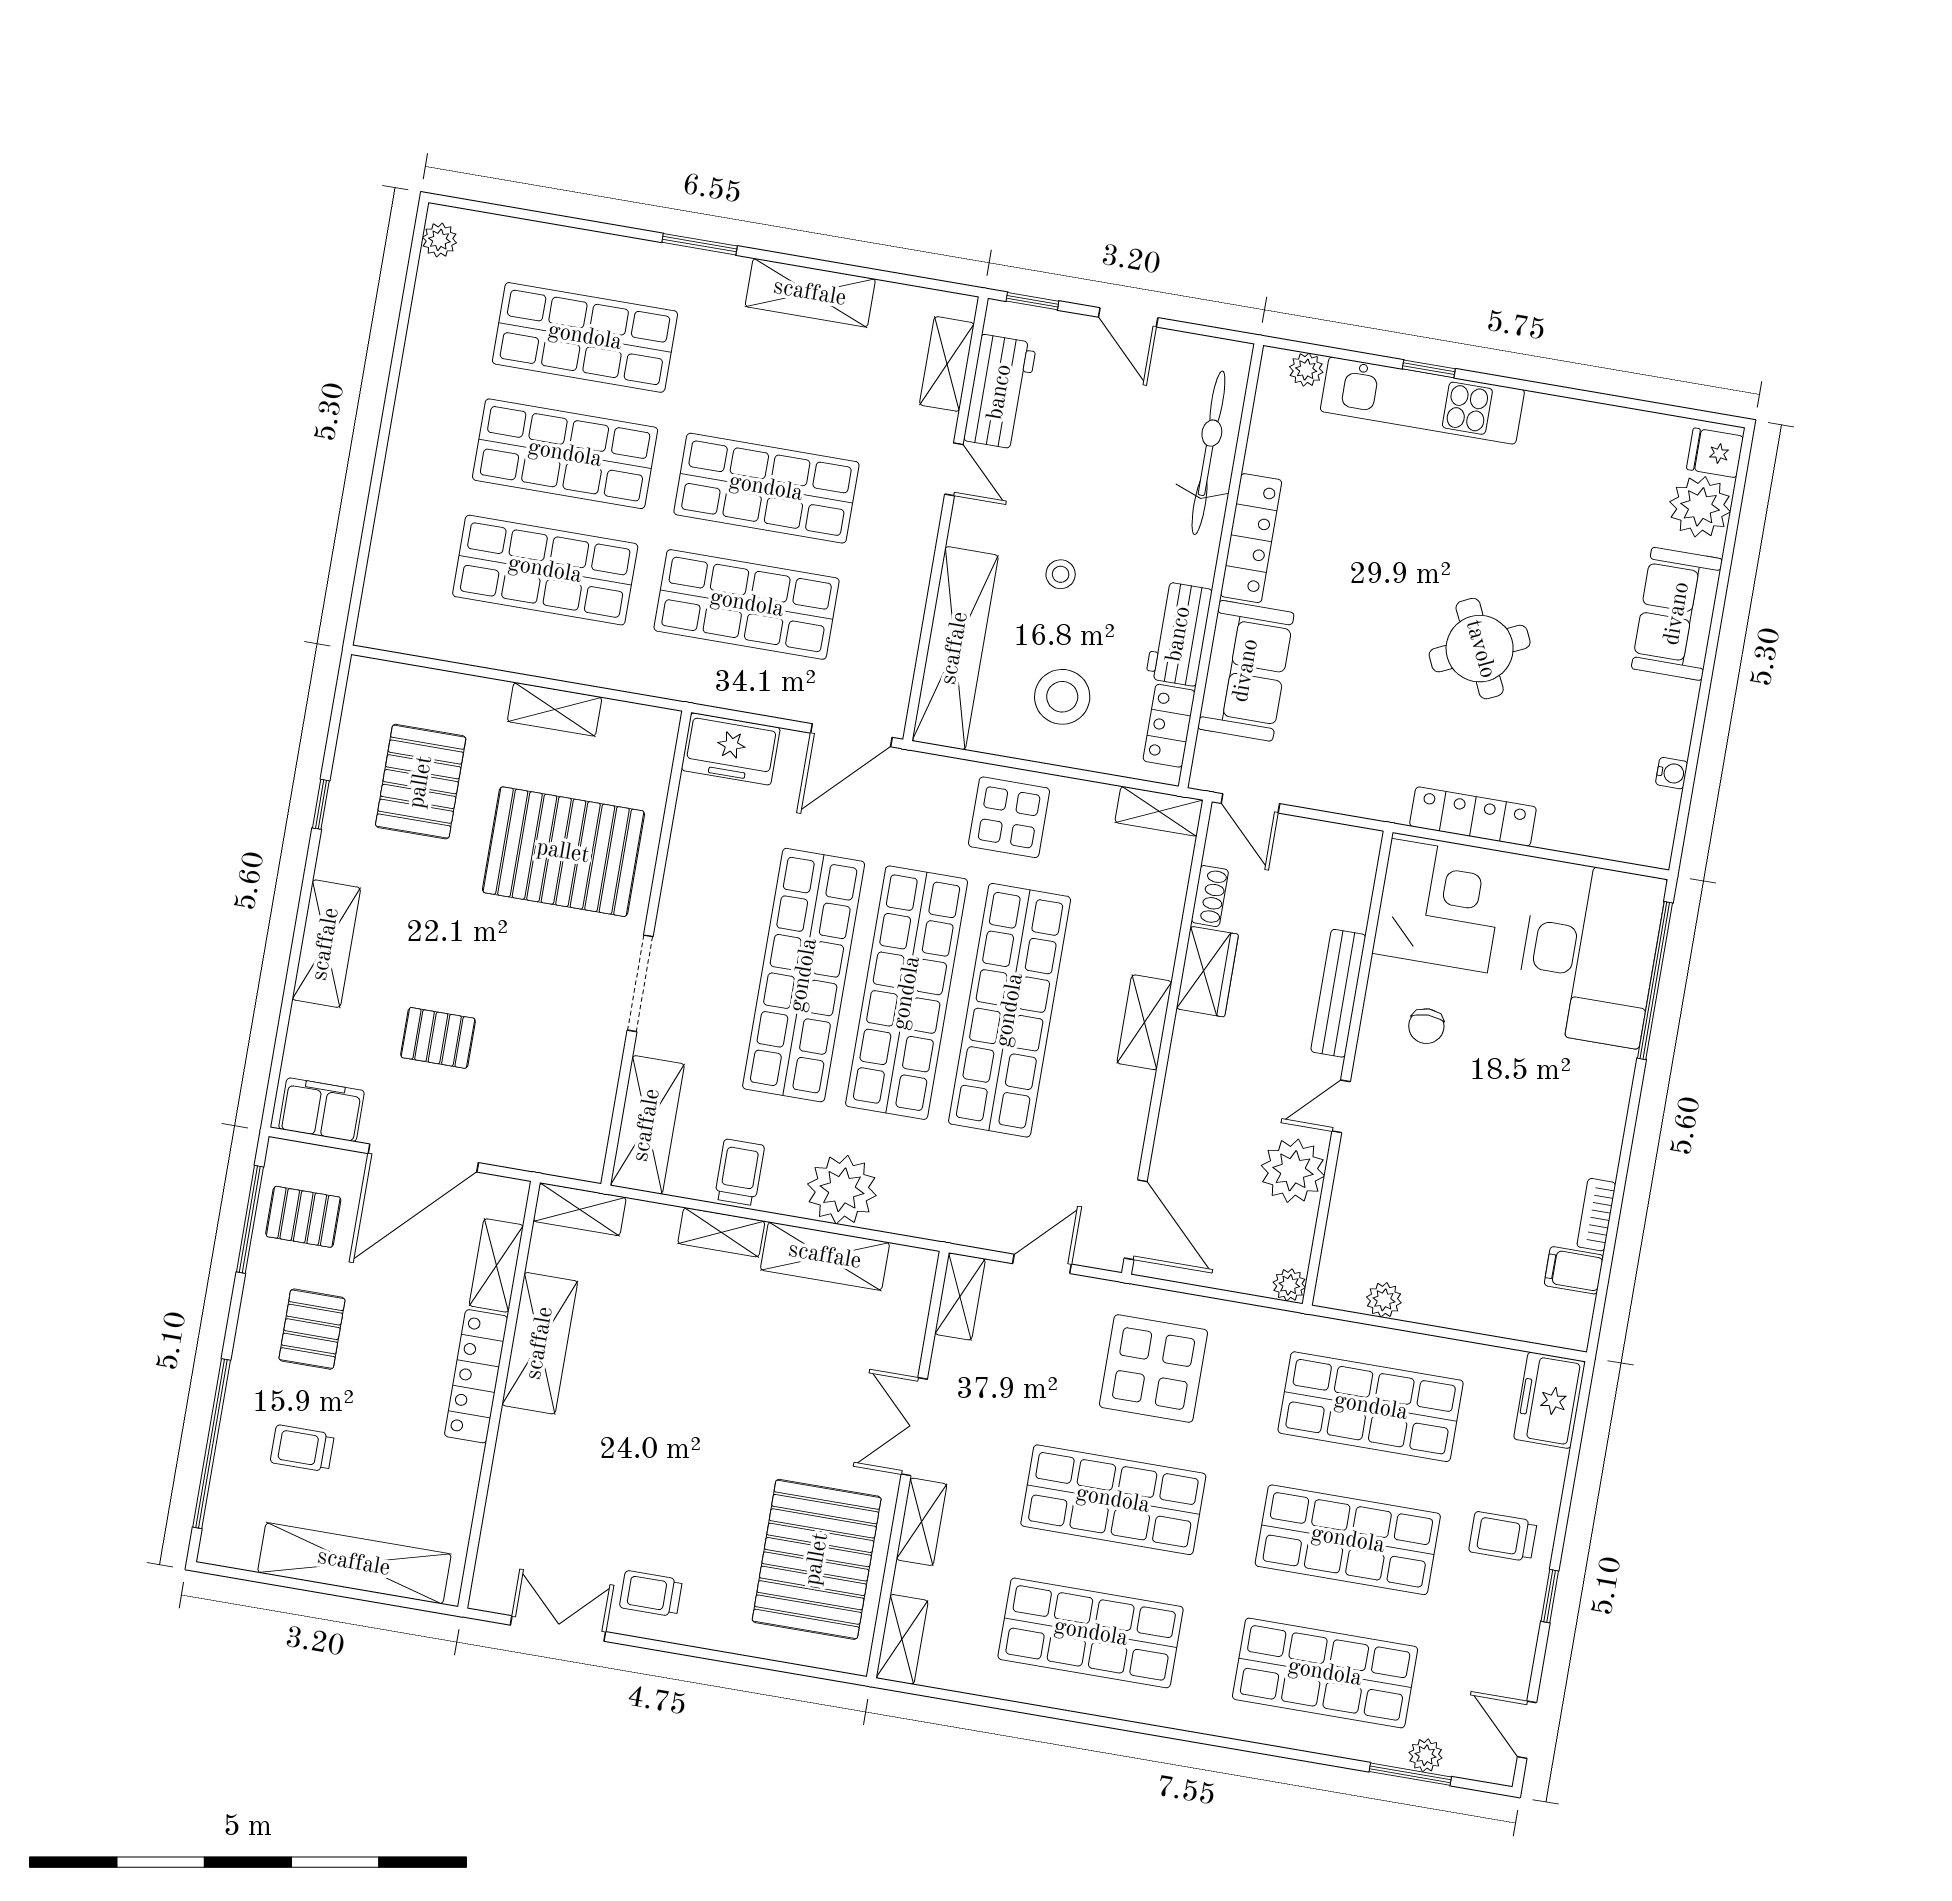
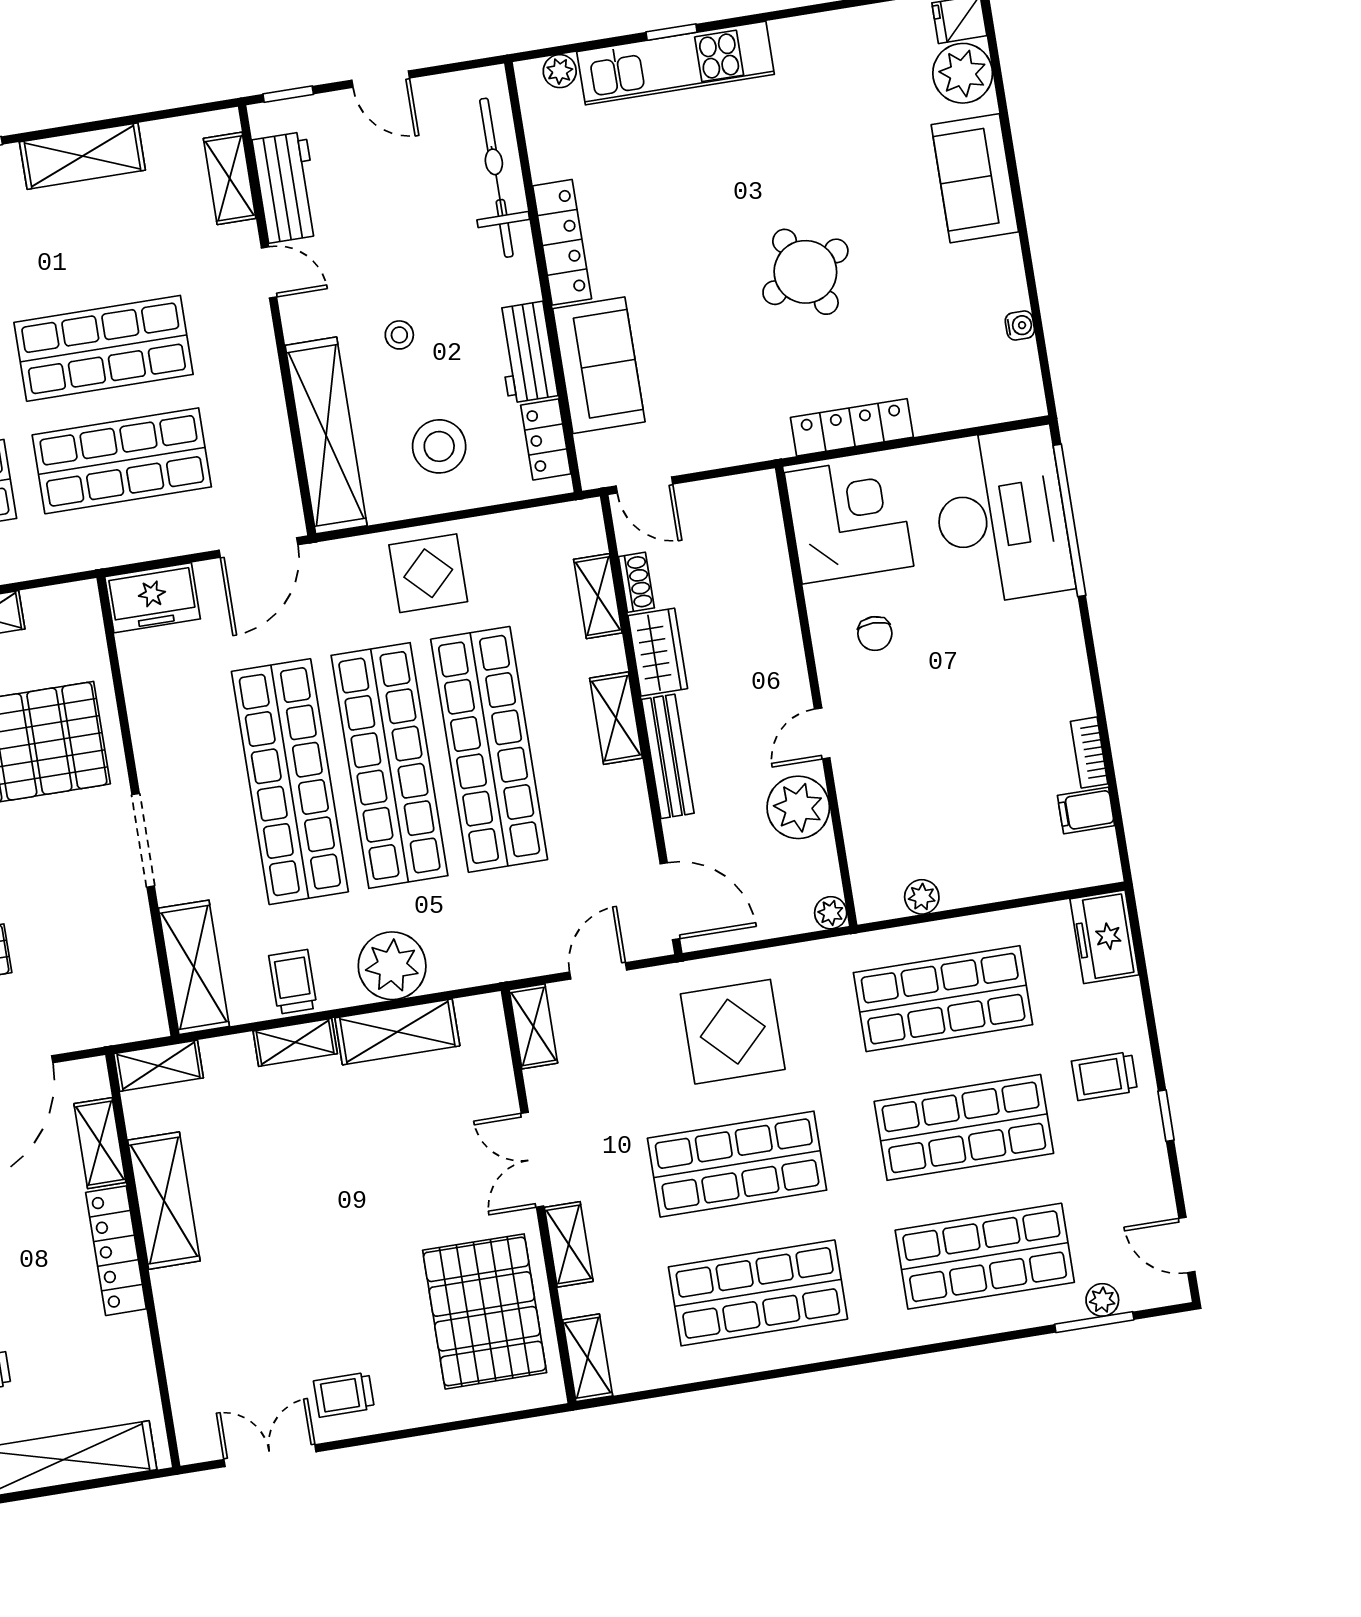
shelving: (1159, 811) -> (598, 596), moved, turned 90
bench: (1338, 993) -> (668, 756), moved

